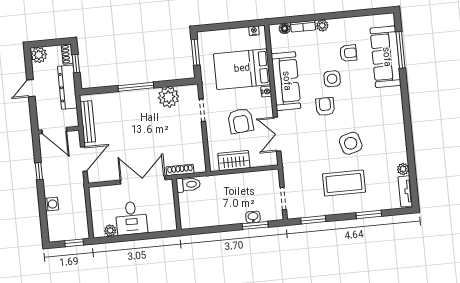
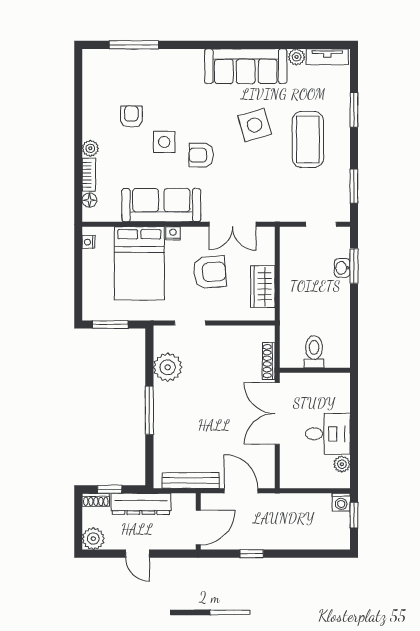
sofa: (386, 57) -> (246, 66), moved
toilet: (188, 185) -> (314, 352), moved
washing machine: (52, 204) -> (341, 502), moved, turned 180

